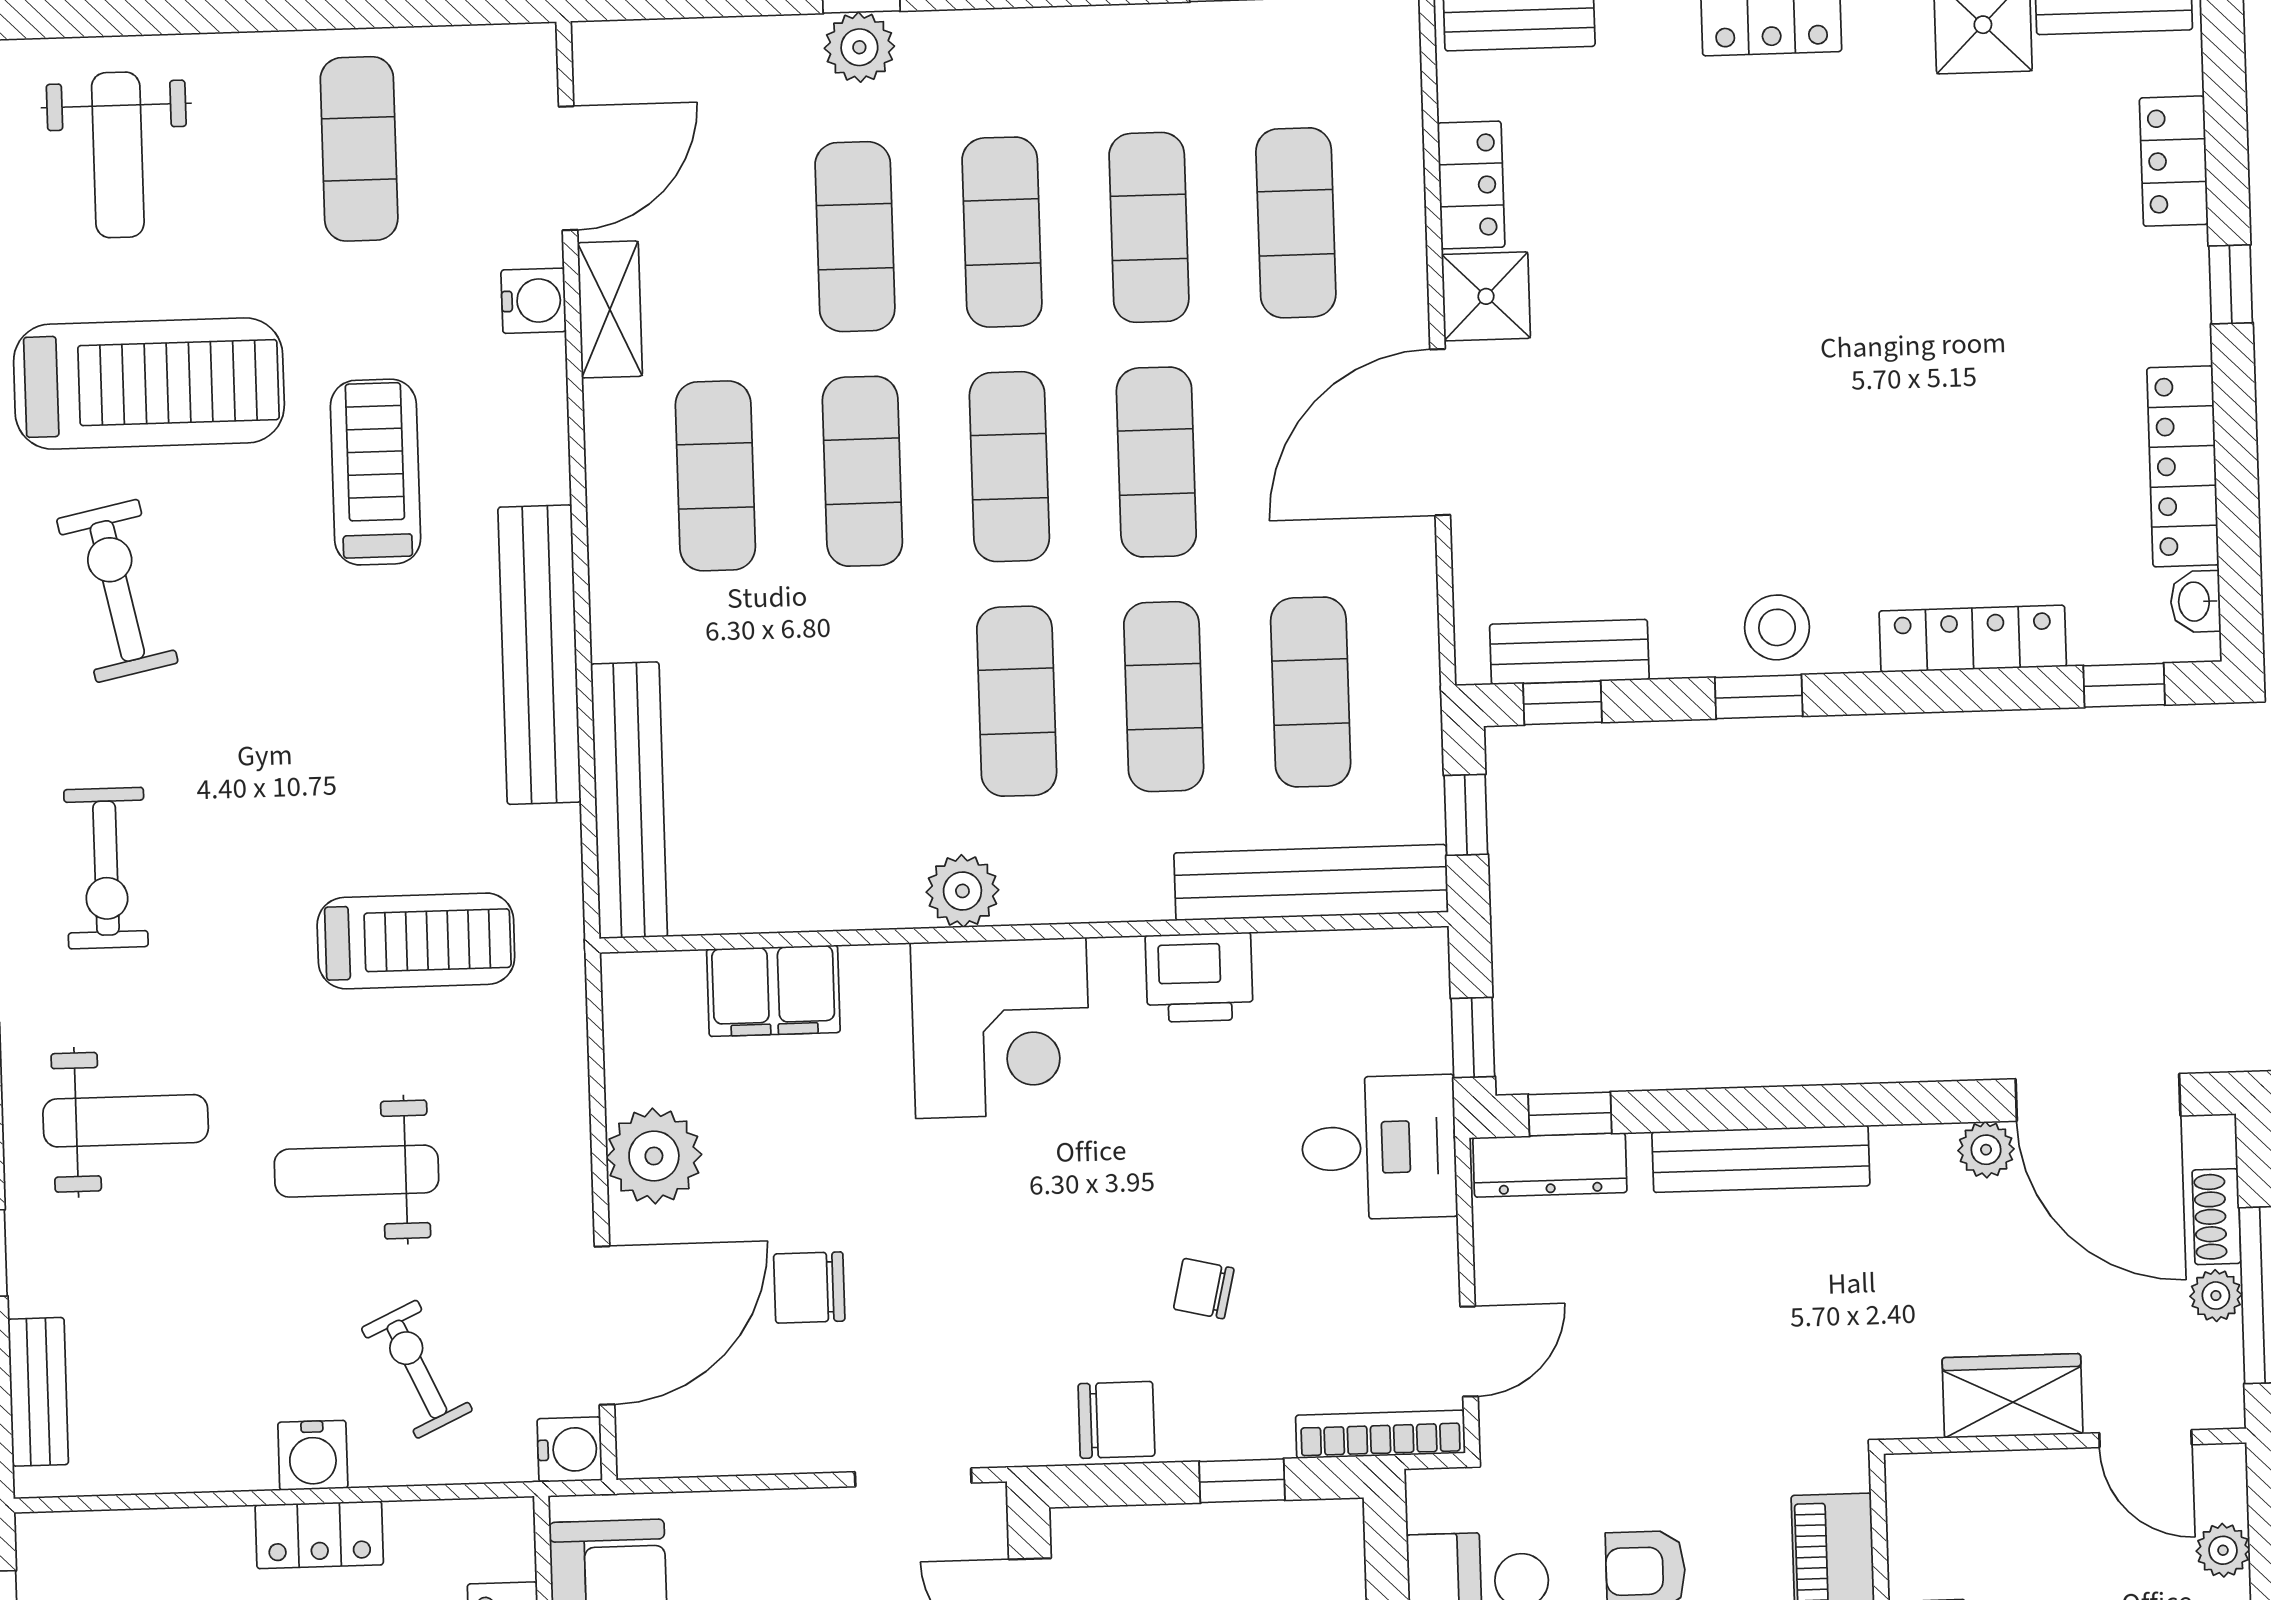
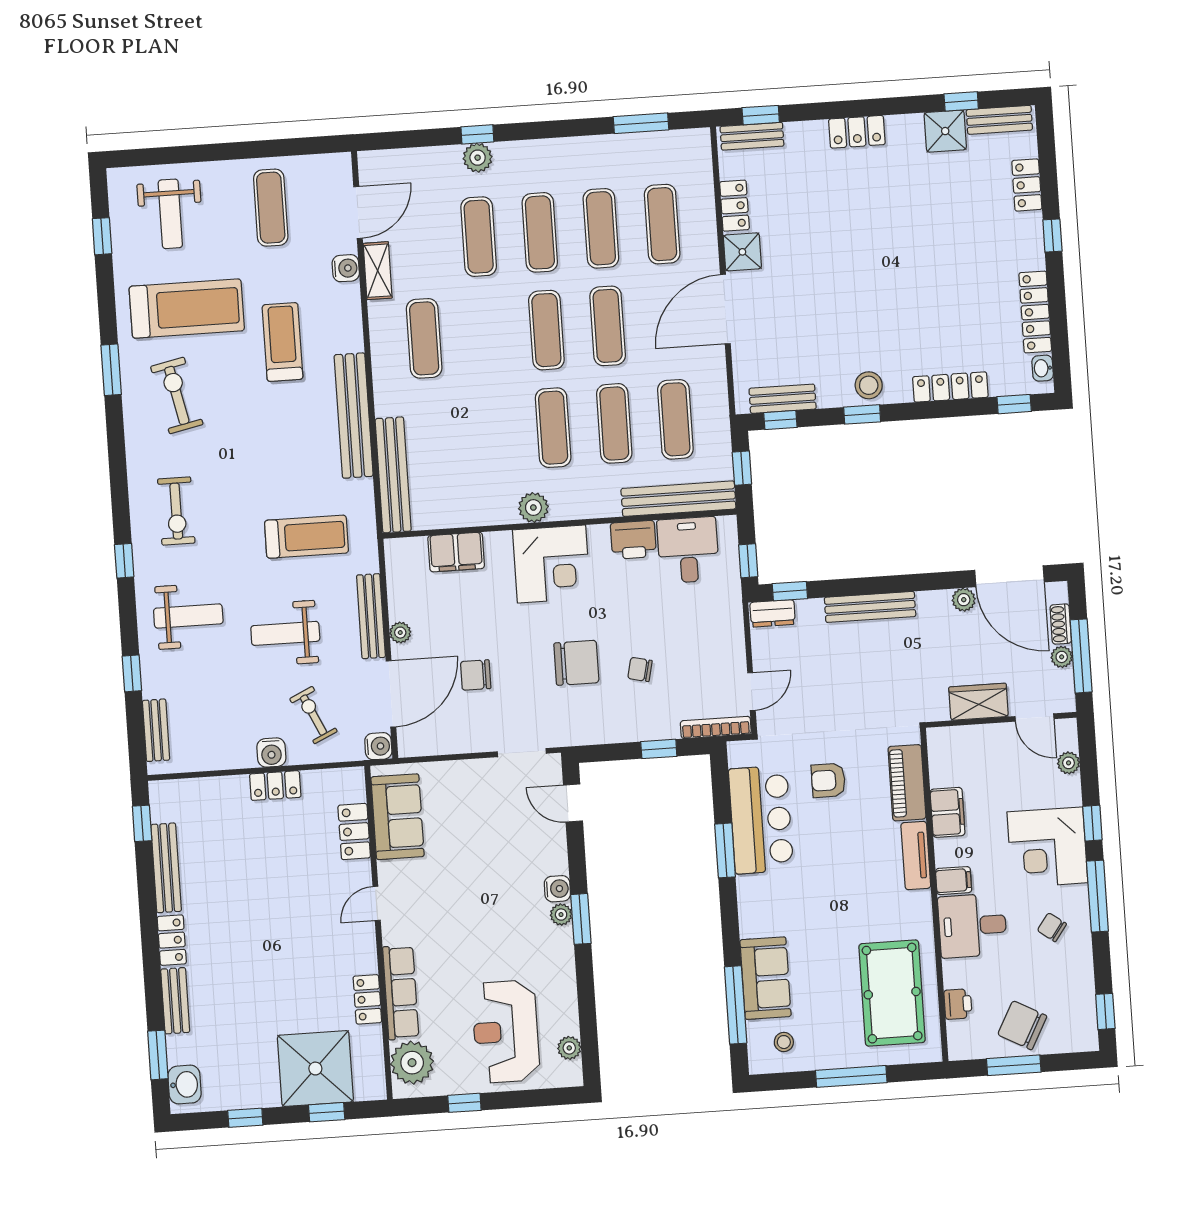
exercise mat: (862, 471) -> (485, 334), removed
bench: (563, 1137) -> (371, 616), added
desk: (1379, 1147) -> (688, 550), moved, turned -90
plant: (654, 1156) -> (400, 633), width x0.53, depth x0.53
dresser: (1550, 1165) -> (773, 613), width x0.70
chair: (1116, 1420) -> (576, 663), moved, width x1.37, depth x1.37

